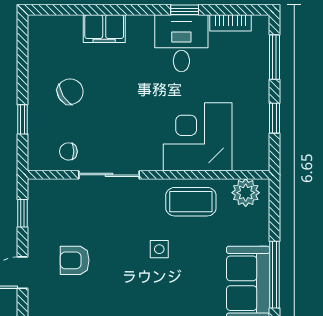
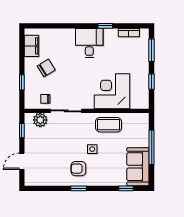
filing cabinet: (104, 29) -> (32, 46), moved, turned -90
desk: (181, 43) -> (89, 43), moved
plant: (246, 193) -> (40, 120), moved
armchair: (75, 260) -> (78, 169), moved
window: (274, 275) -> (152, 147), moved

